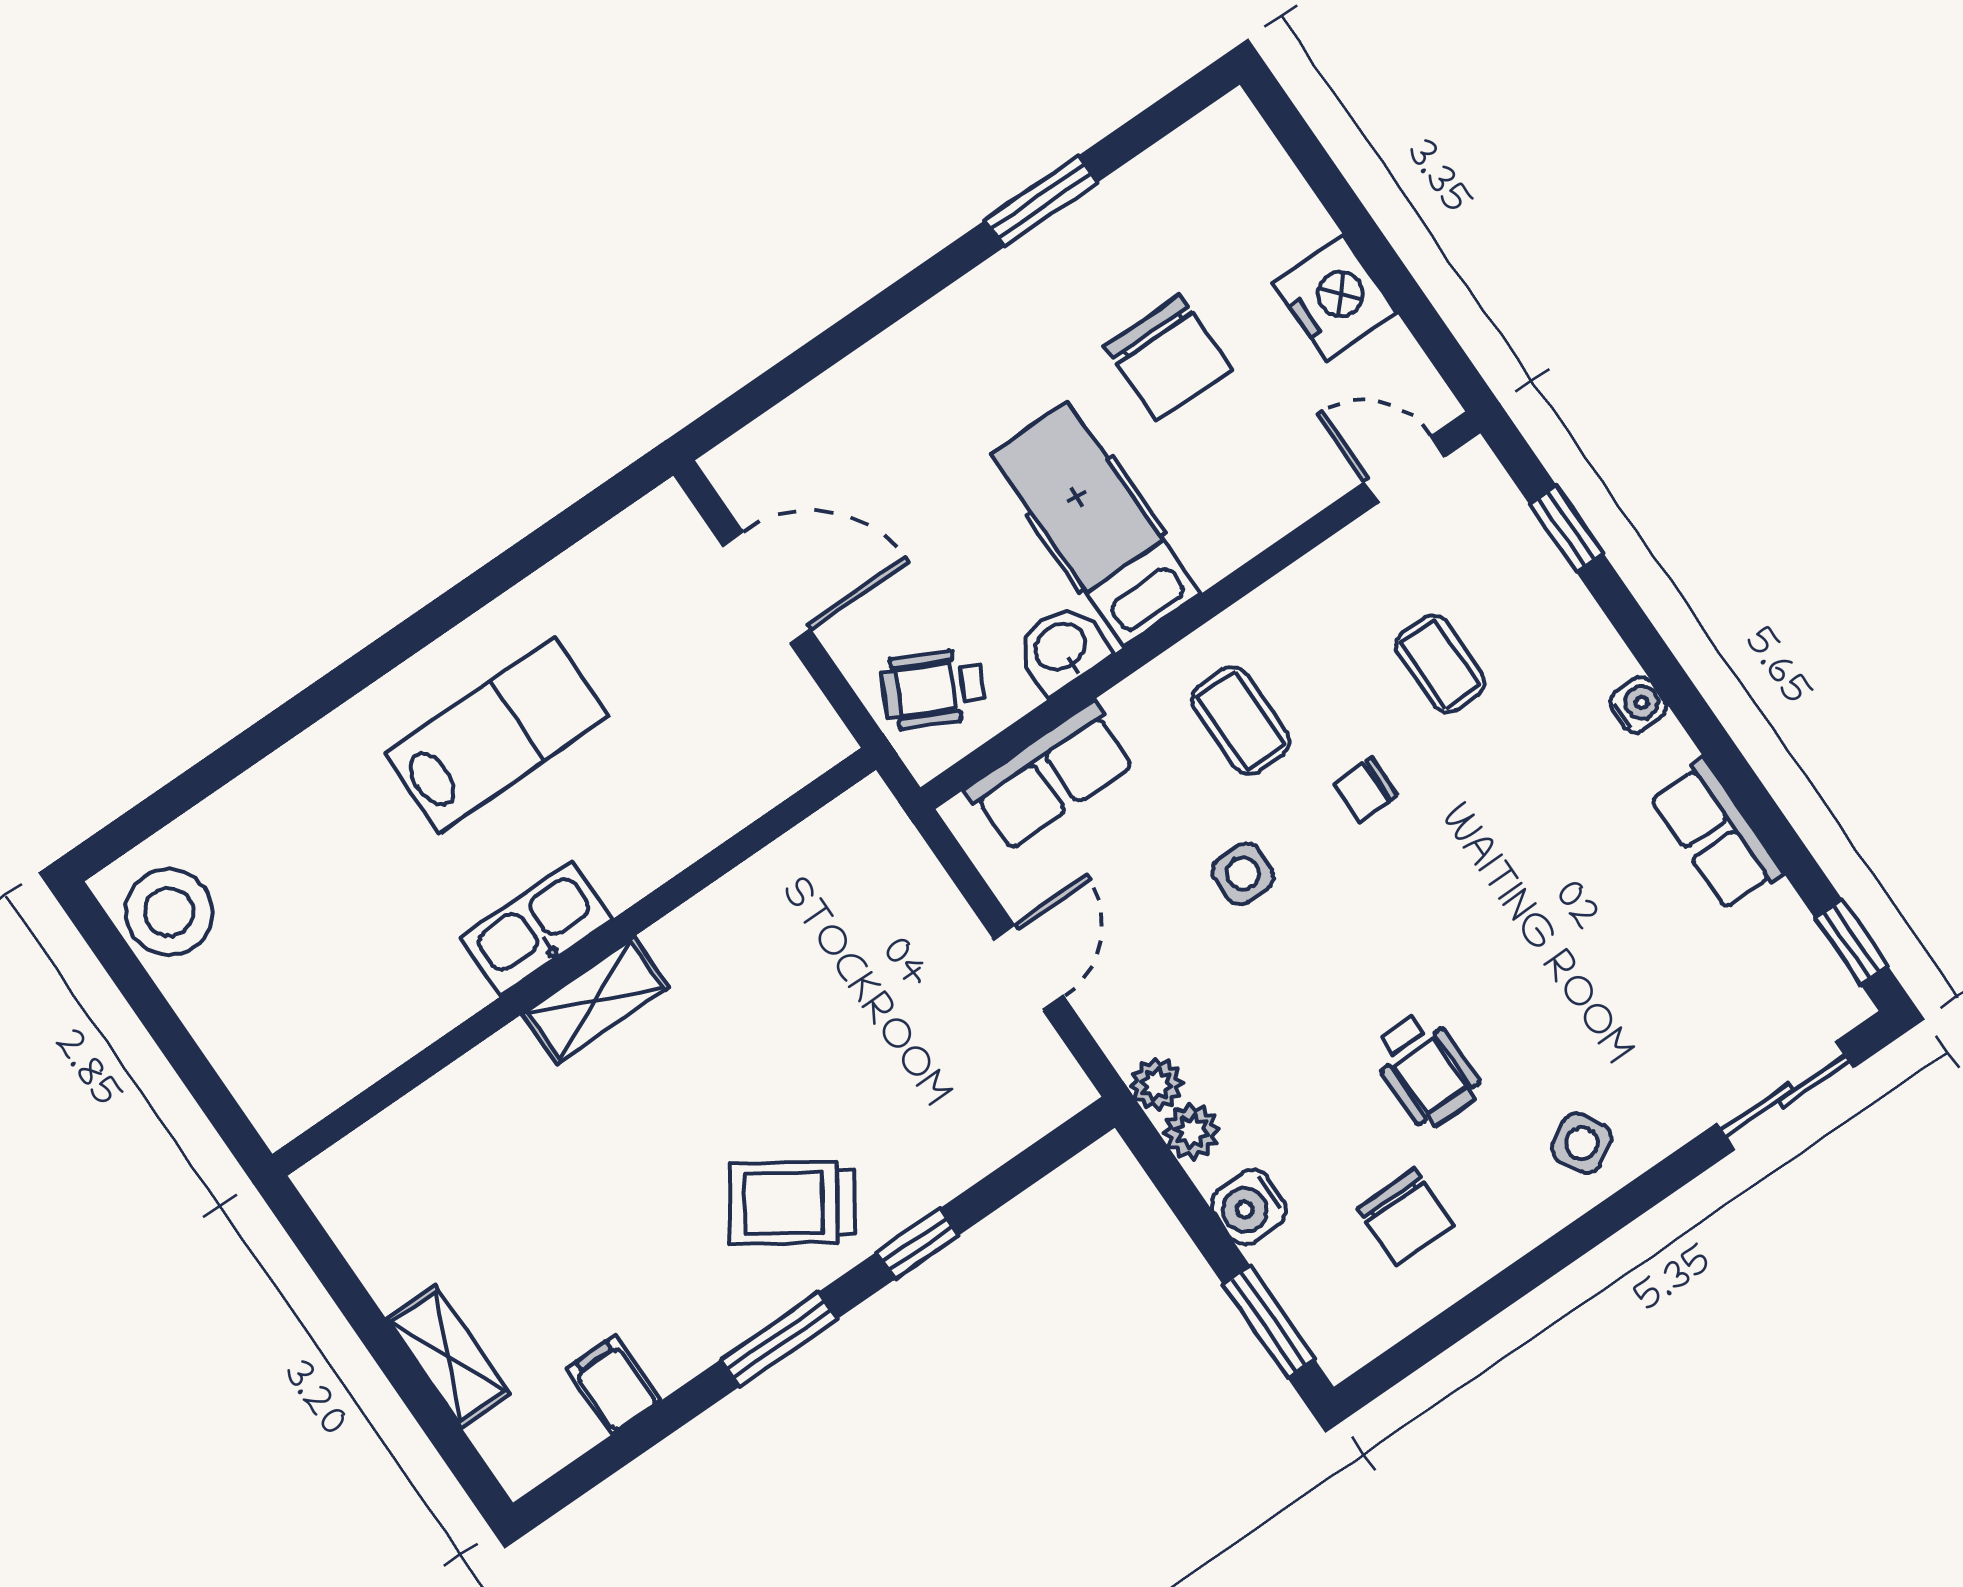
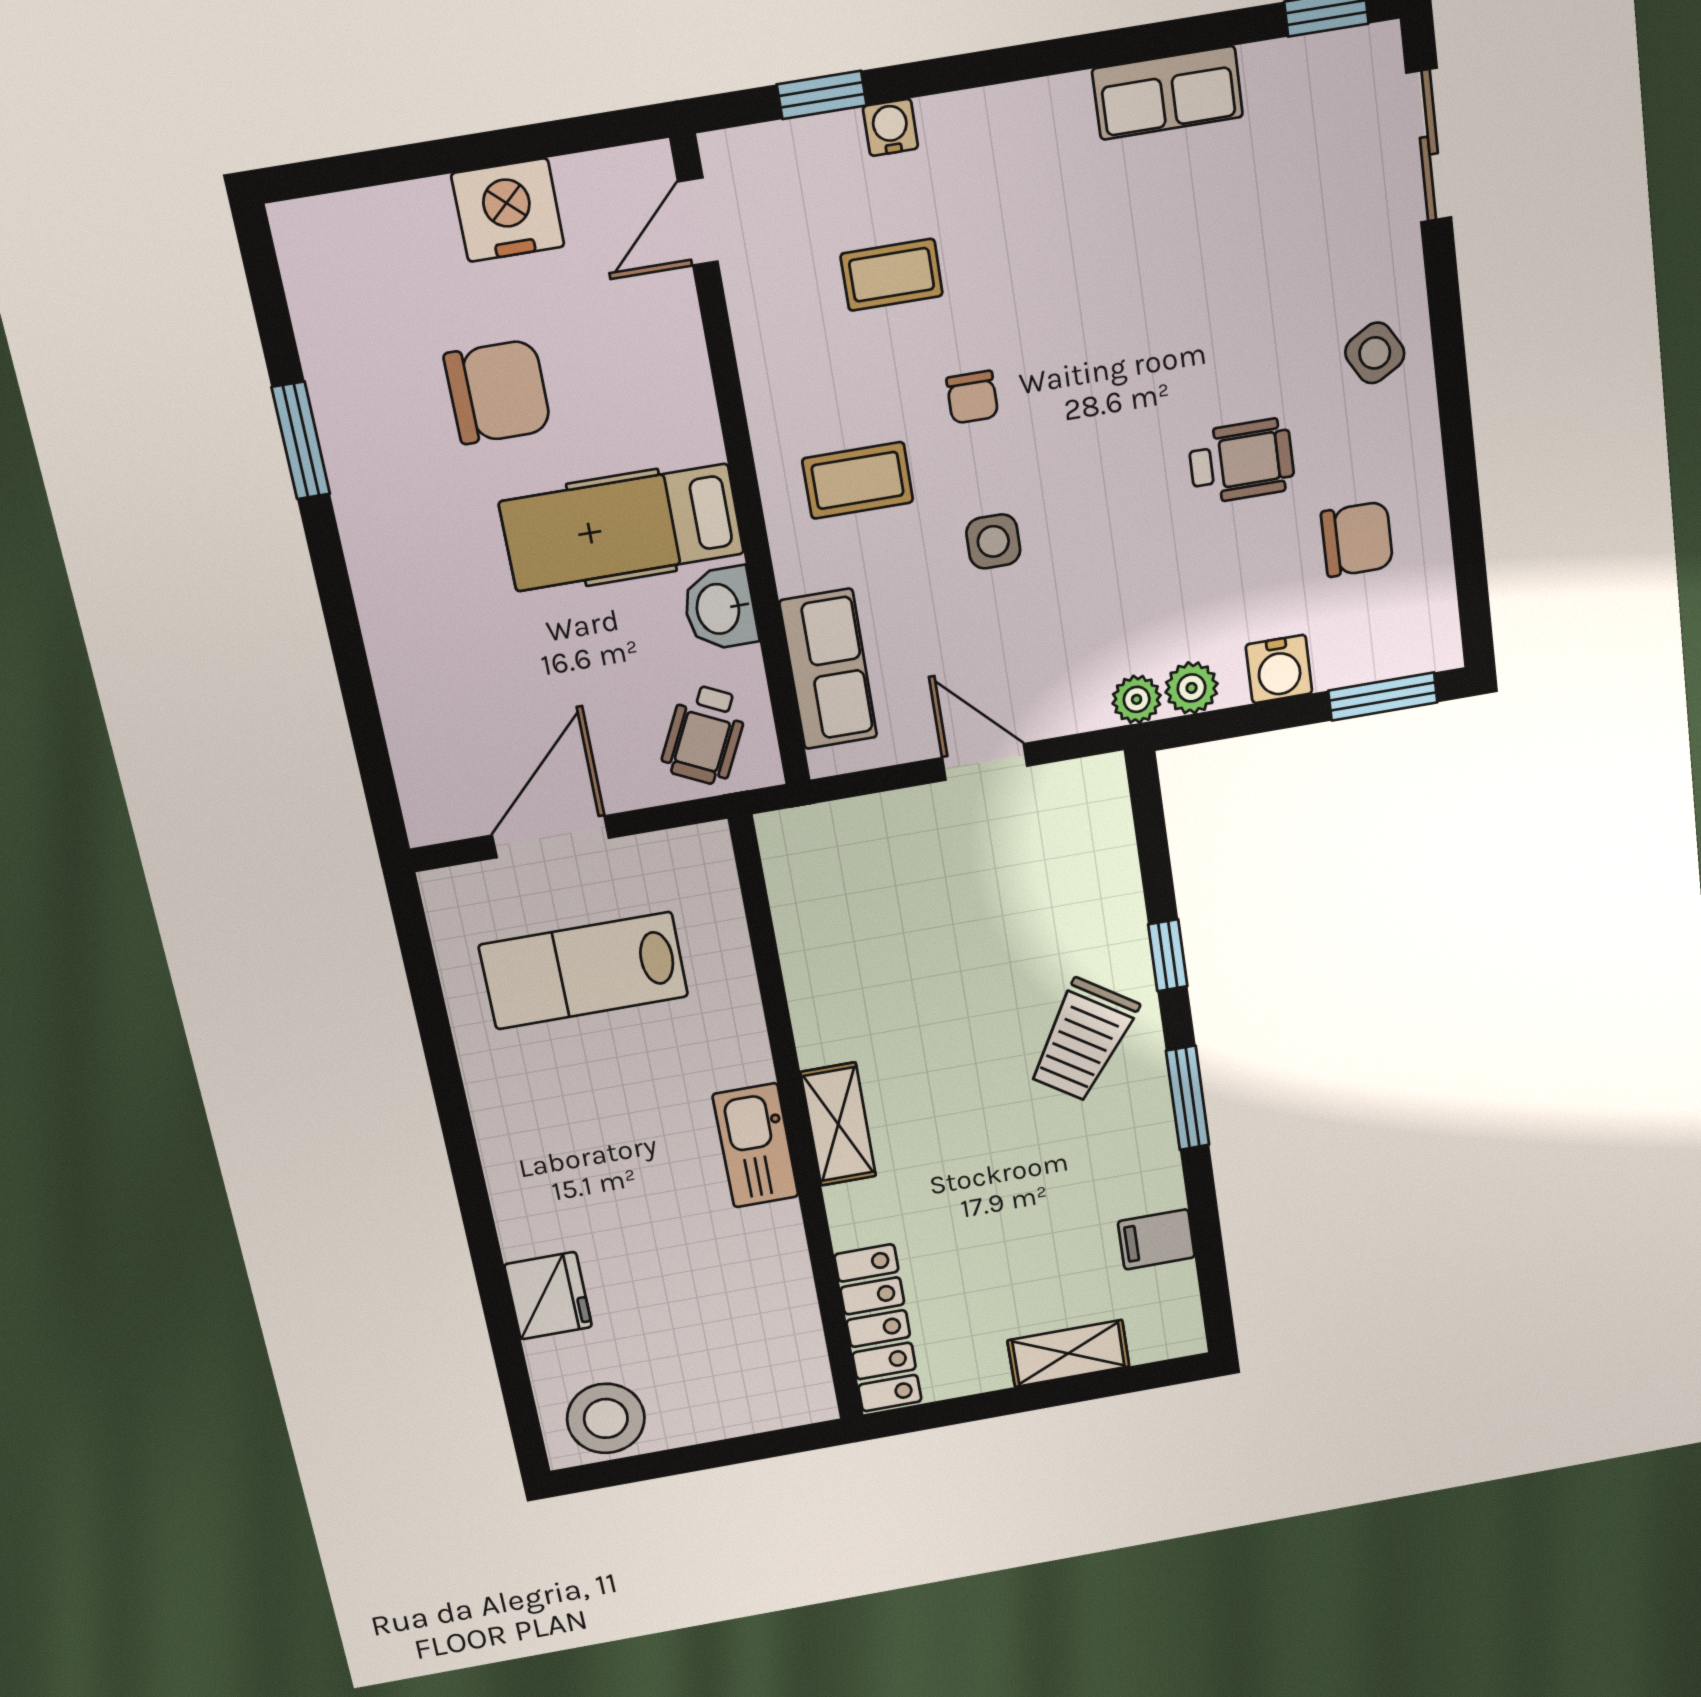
water cooler: (1638, 705) -> (890, 127), moved
lab bench: (497, 735) -> (584, 971), moved, turned -90
fridge: (282, 794) -> (548, 1296), added
locker: (391, 1146) -> (878, 1329), added

